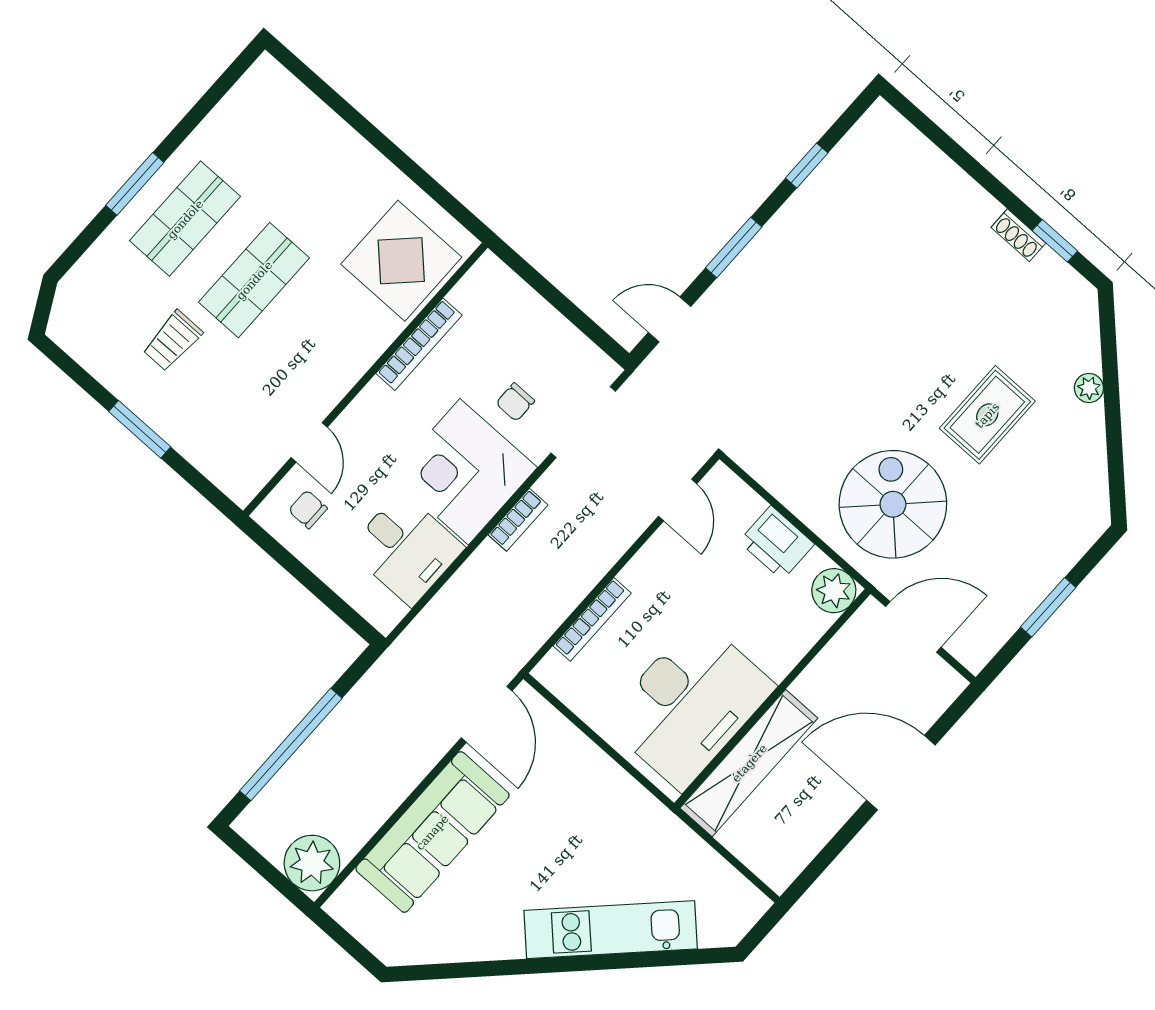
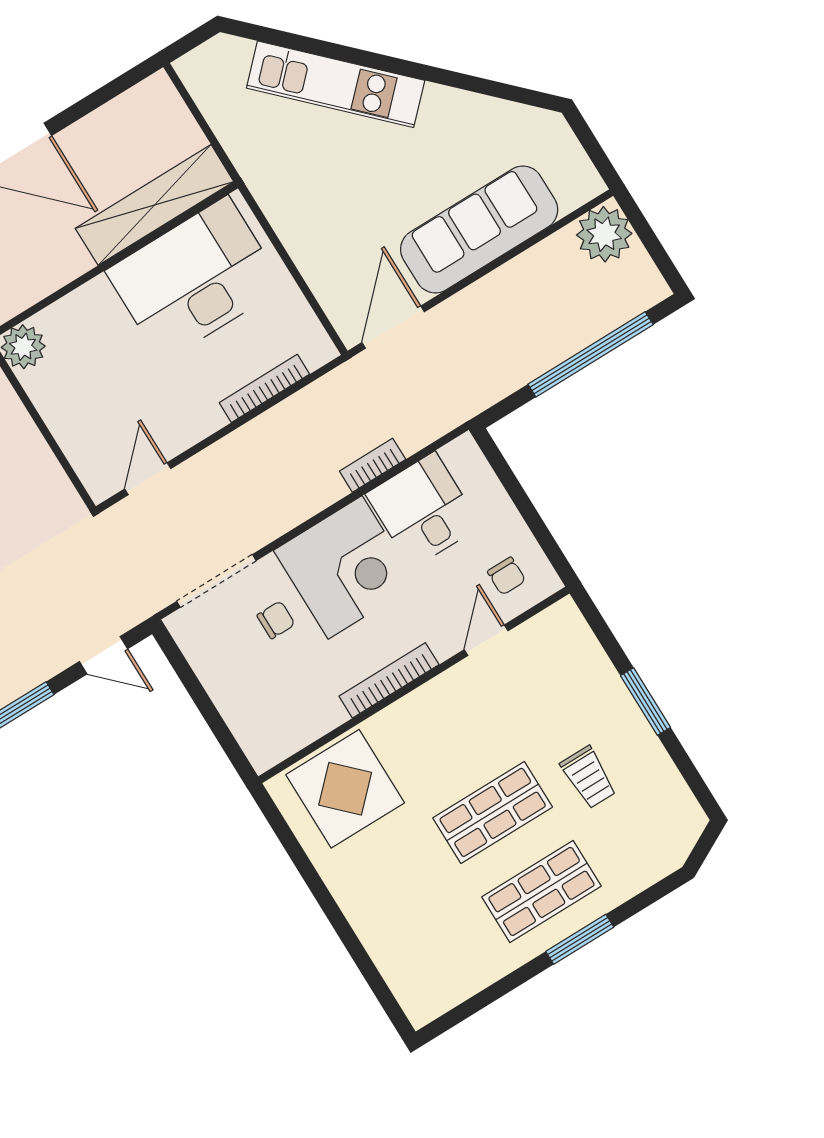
trolley: (173, 341) -> (589, 777), turned 90
bookcase: (419, 344) -> (389, 680), moved
bookcase: (518, 520) -> (373, 465), moved
printer: (777, 543) -> (65, 409), removed

